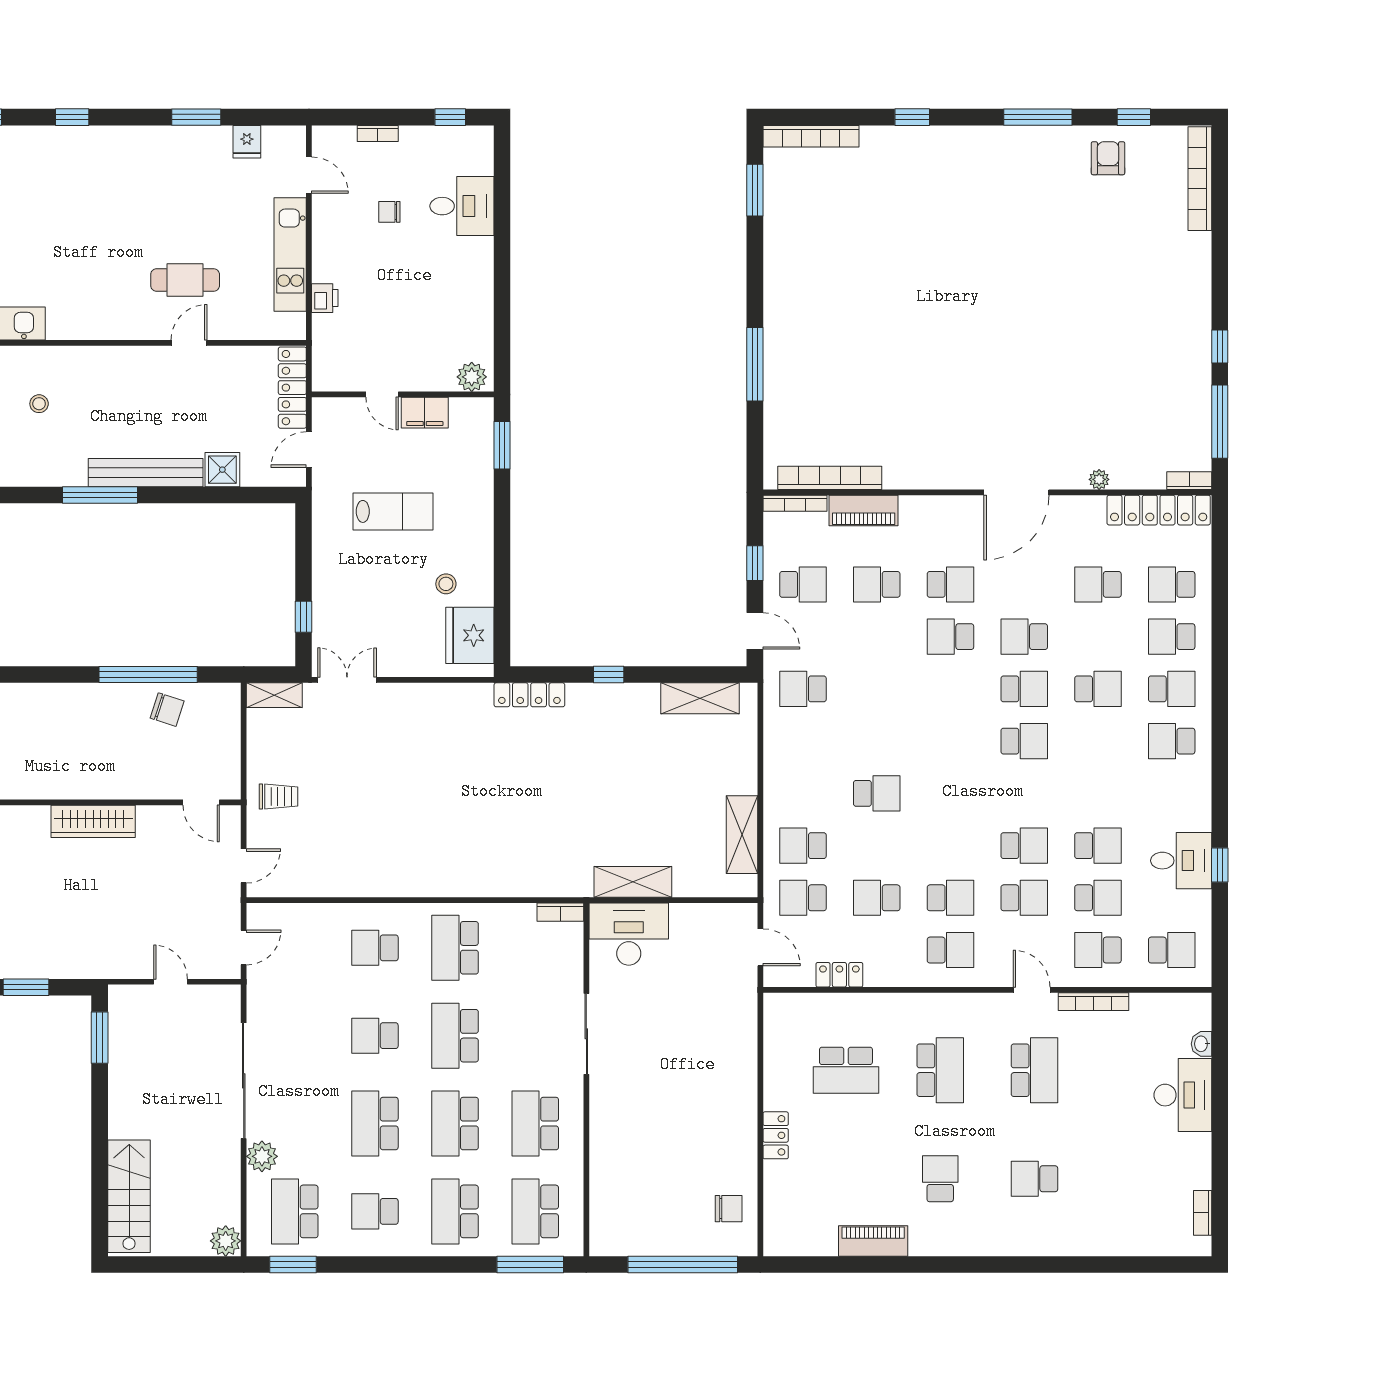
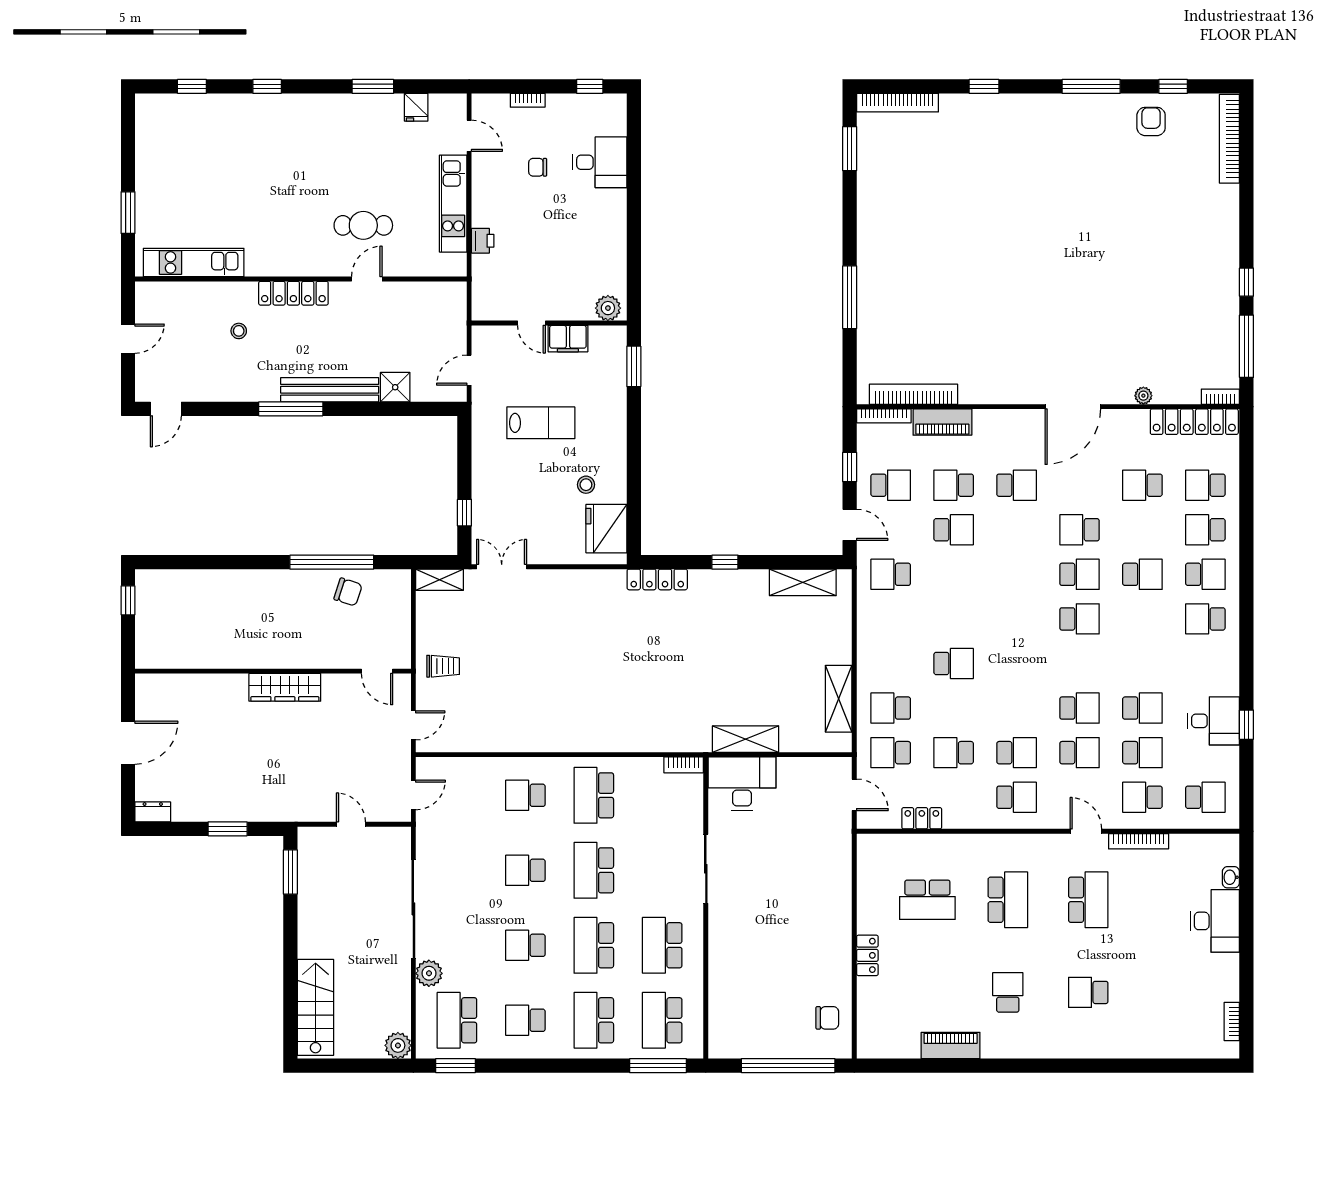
locker: (292, 388) -> (293, 293), moved, turned -90
school desk: (950, 637) -> (954, 530), moved, turned 180
school desk: (375, 1124) -> (525, 945), width x0.54

